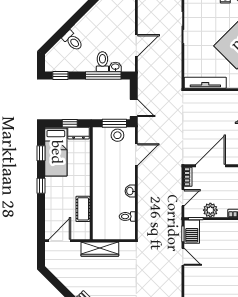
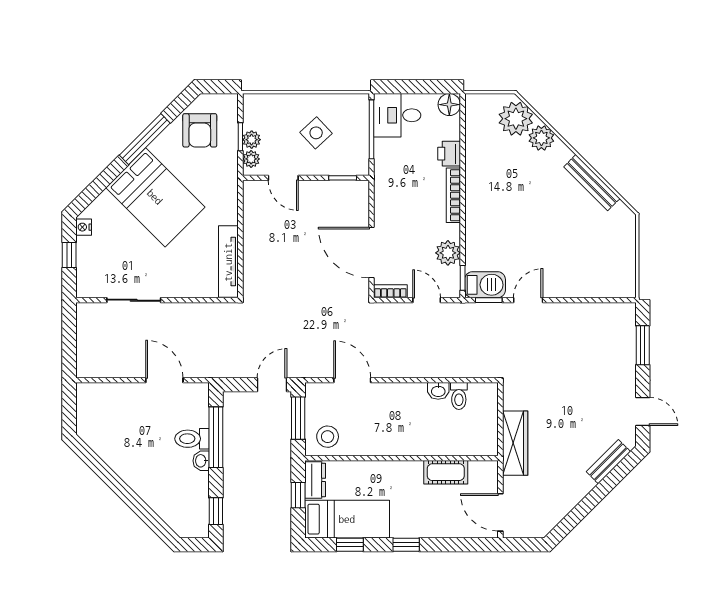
toilet: (73, 41) -> (156, 490), removed
washbasin: (115, 67) -> (201, 461), moved
stool: (117, 135) -> (328, 437), moved
washbasin: (130, 191) -> (438, 391), moved

